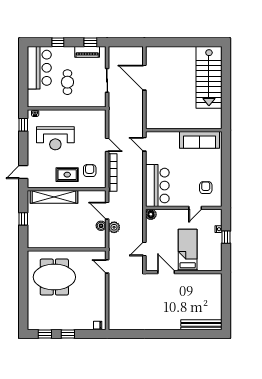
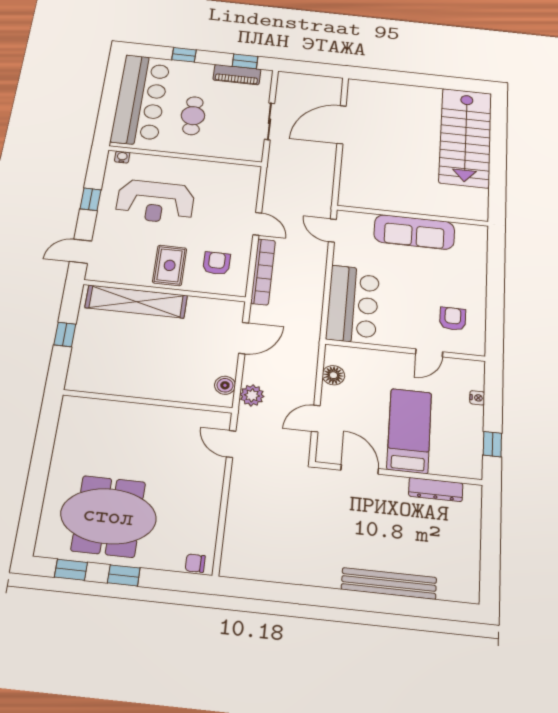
bar counter: (39, 68) -> (141, 100), width x1.36
door: (144, 78) -> (342, 125), hinge flipped
window: (23, 125) -> (91, 199), moved
sofa: (199, 140) -> (414, 232), moved
rug: (67, 175) -> (170, 265), turned 90
door: (107, 211) -> (244, 338), swing flipped
floor lamp: (151, 214) -> (333, 375), moved
boiler: (101, 226) -> (225, 385), moved
plant: (114, 227) -> (252, 395), moved
window: (226, 237) -> (492, 444), moved
meeting table: (54, 277) -> (108, 516), moved
dresser: (201, 278) -> (436, 490), added
bench: (201, 325) -> (389, 583), moved

